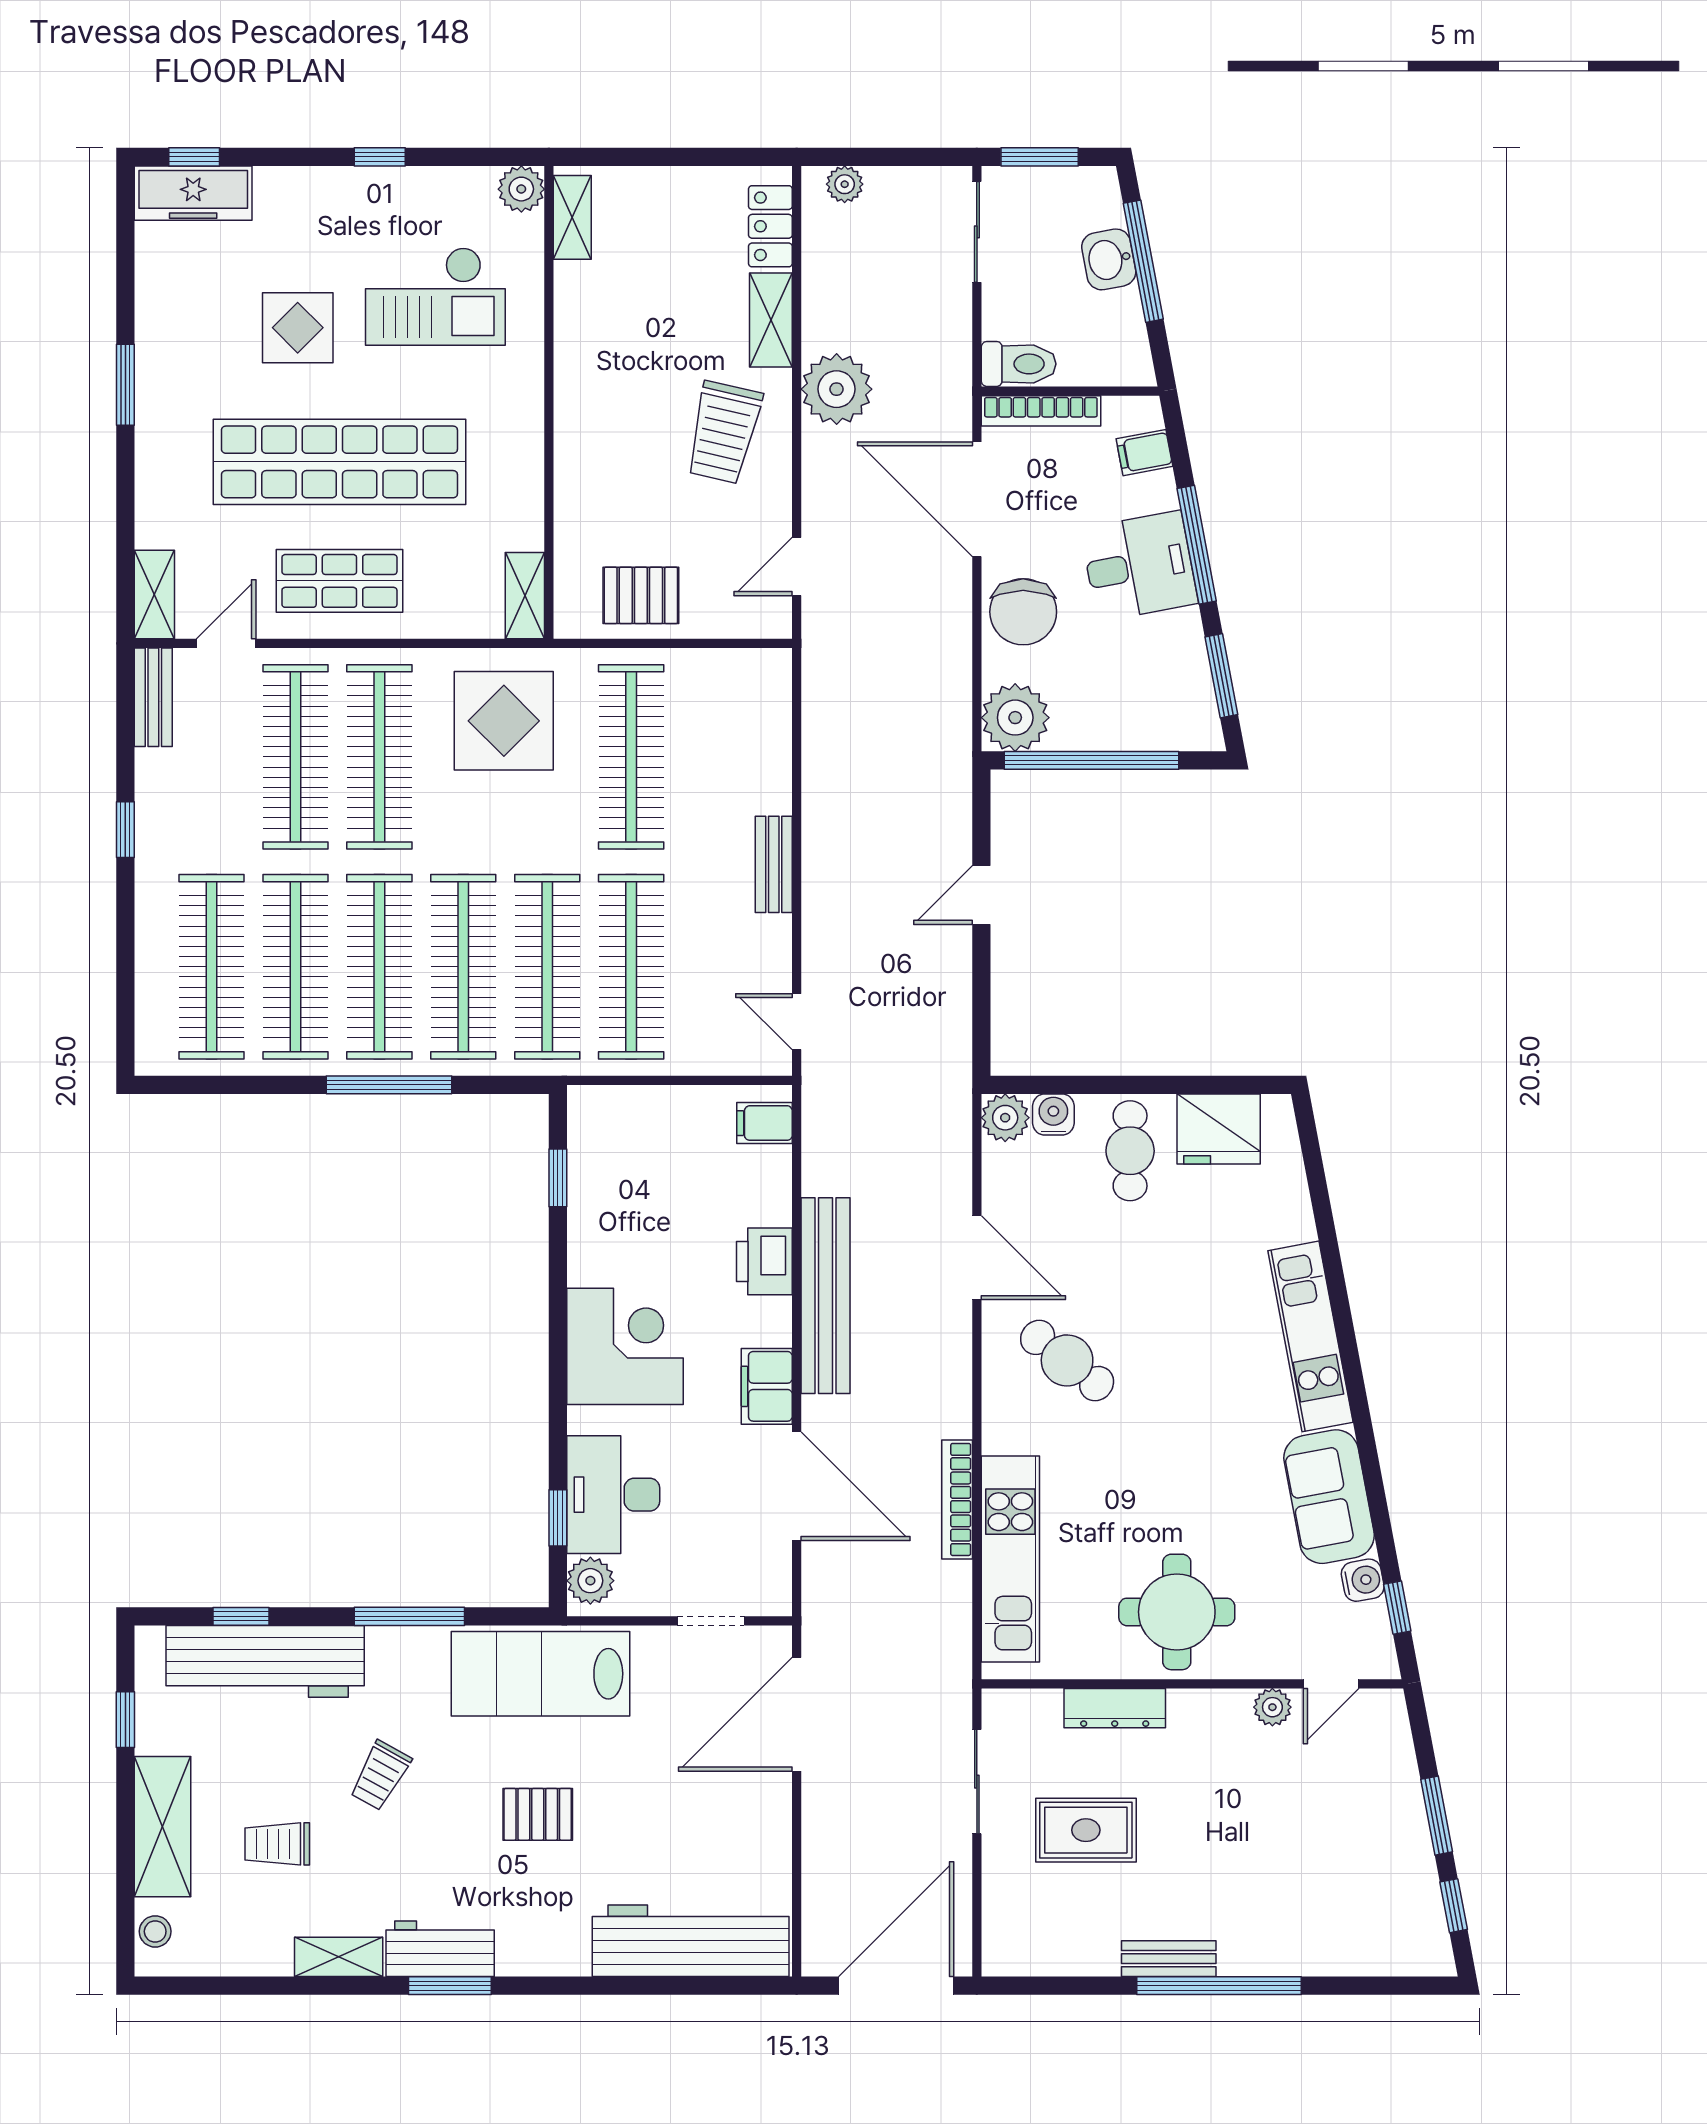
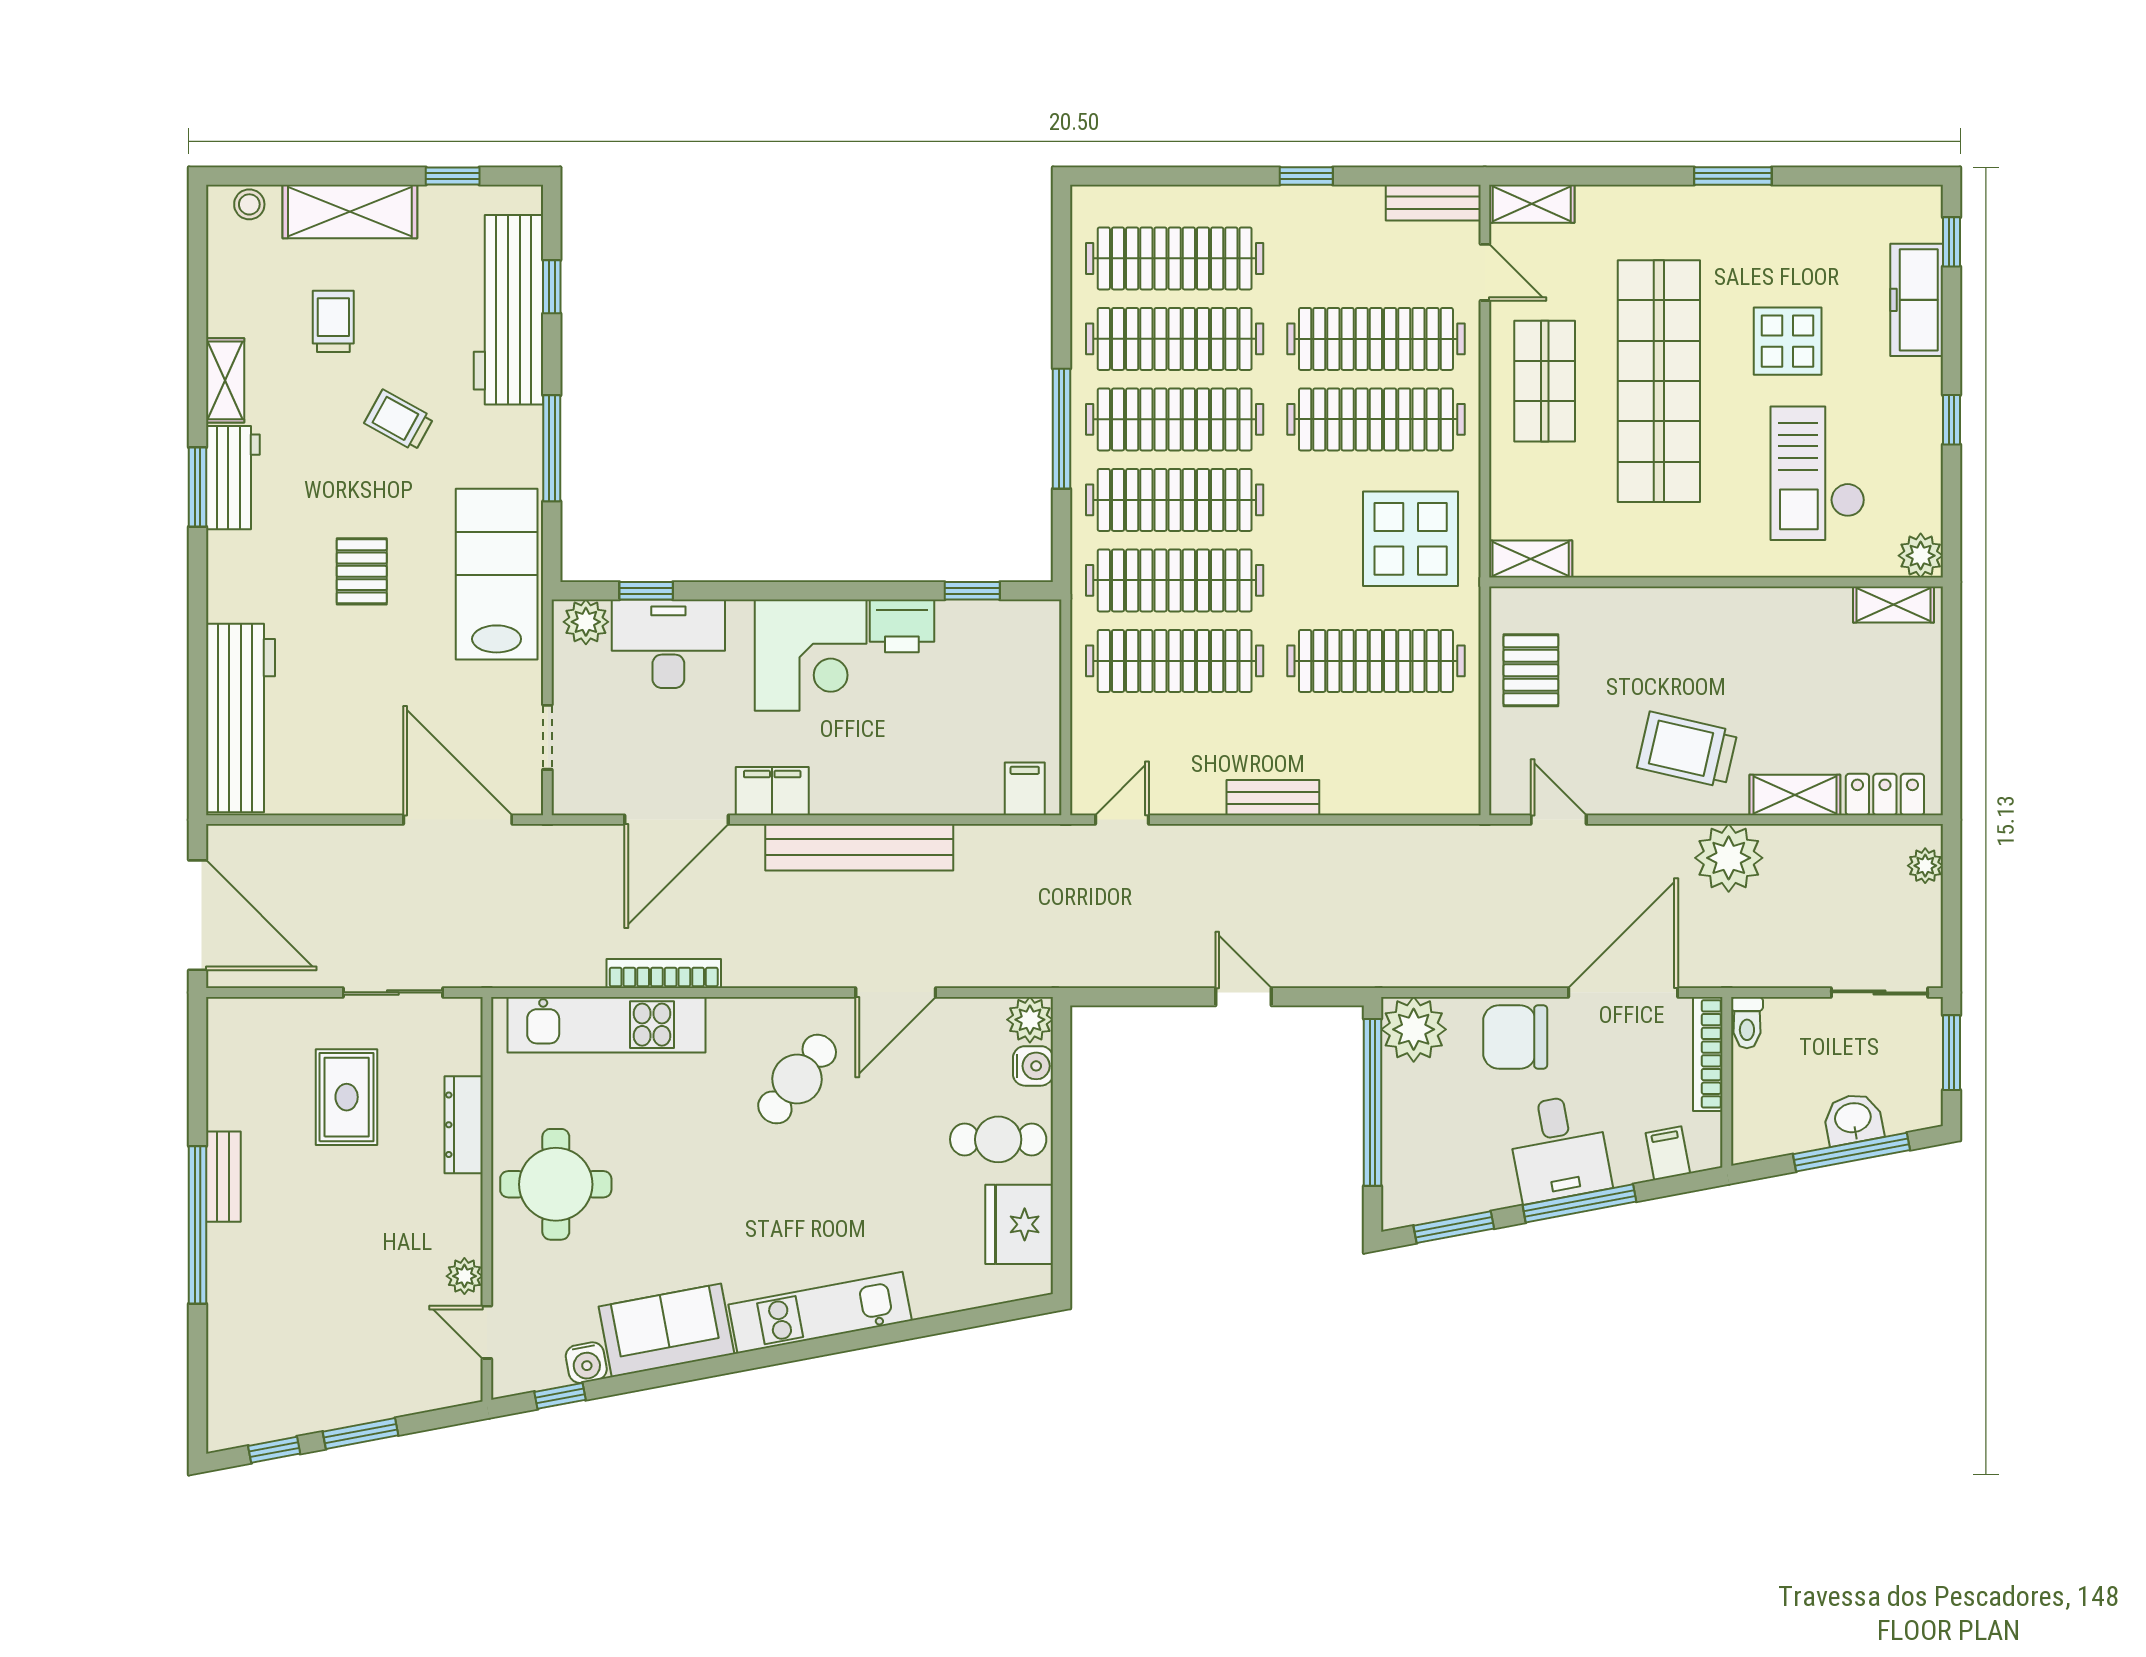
freezer: (193, 193) -> (1917, 300), moved
toilet: (1019, 364) -> (1747, 1023), width x0.73, depth x0.72
printer: (764, 1261) -> (902, 626), moved, turned 180

